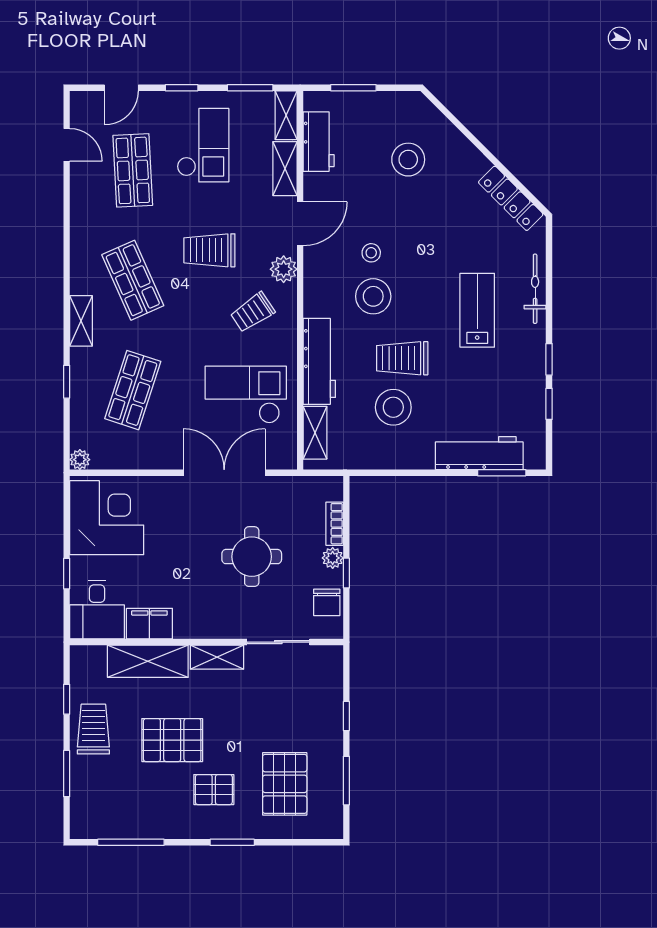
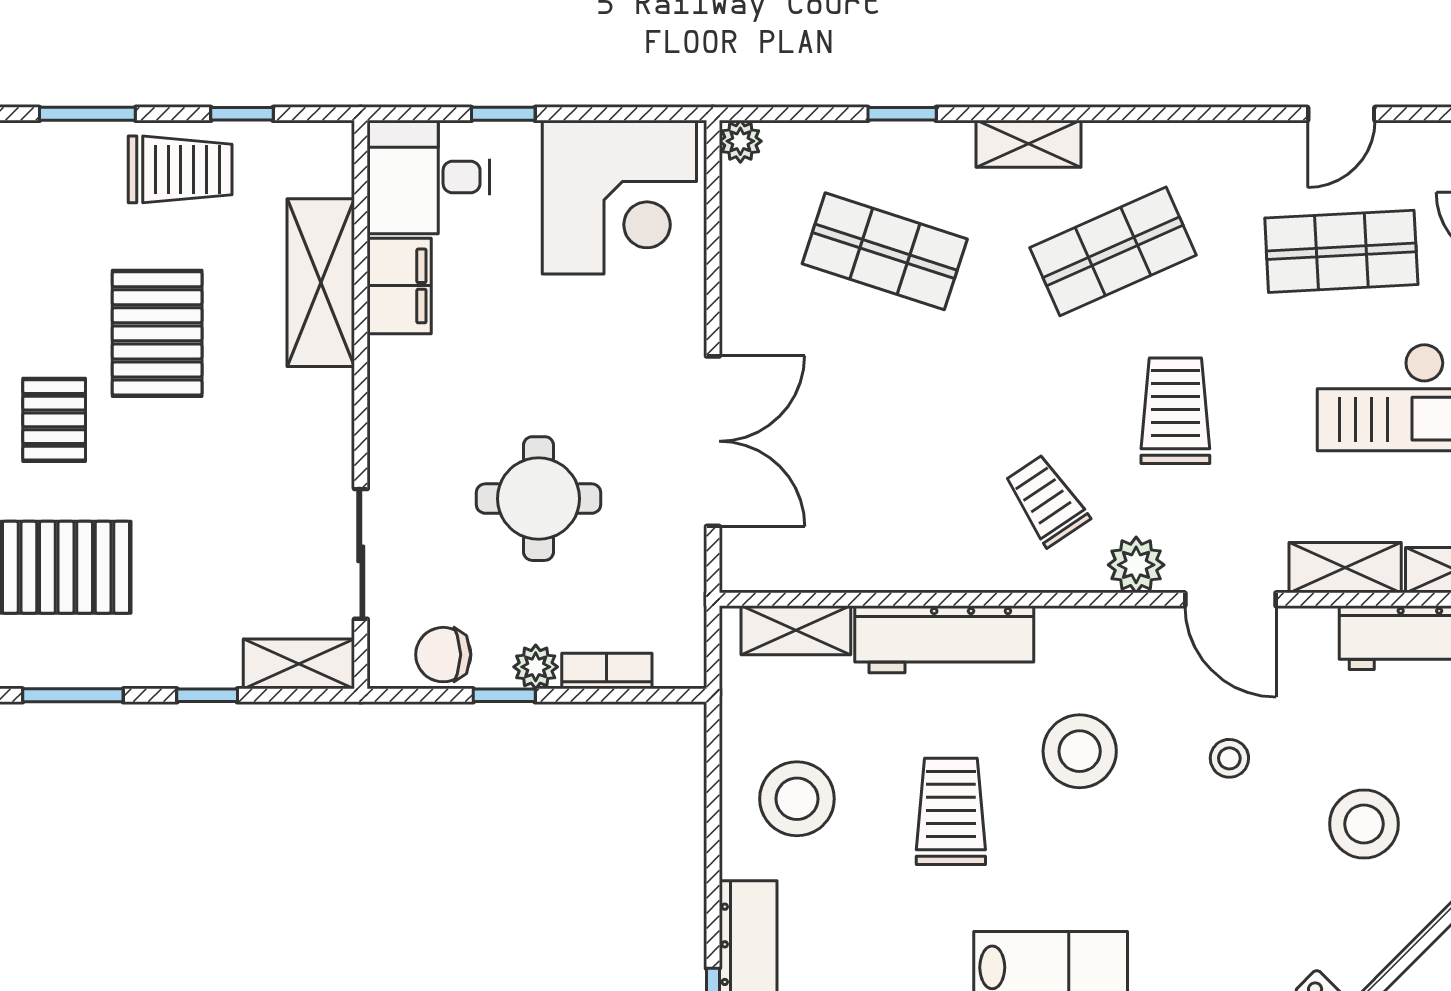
door: (67, 145) -> (1341, 114), moved
stool: (371, 253) -> (1229, 758), moved
checkout: (246, 395) -> (875, 486), removed
stool: (393, 407) -> (797, 799), moved
shelving: (217, 657) -> (299, 664), moved, turned 90

